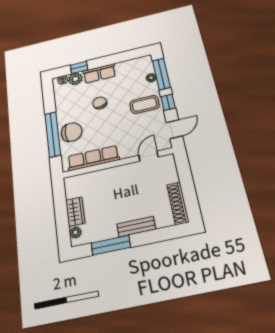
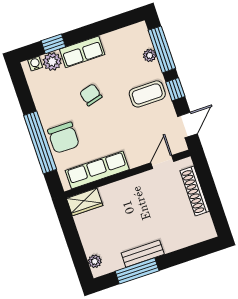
chair: (72, 132) -> (63, 138), turned 90
shoe rack: (178, 203) -> (195, 191), moved
wardrobe: (75, 212) -> (85, 202), moved, turned 90
bench: (136, 227) -> (143, 254), moved

